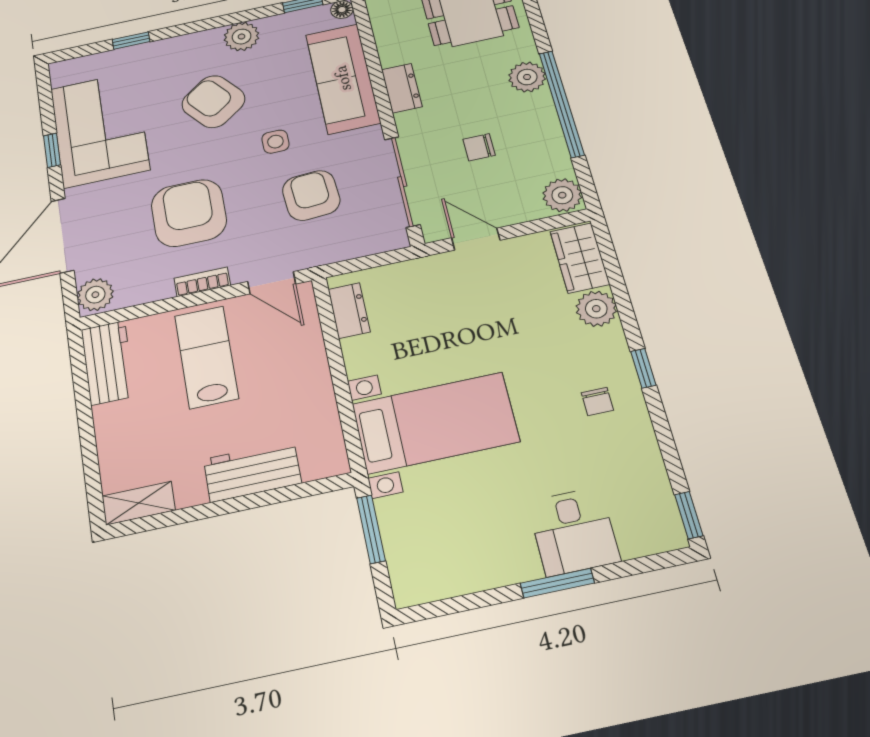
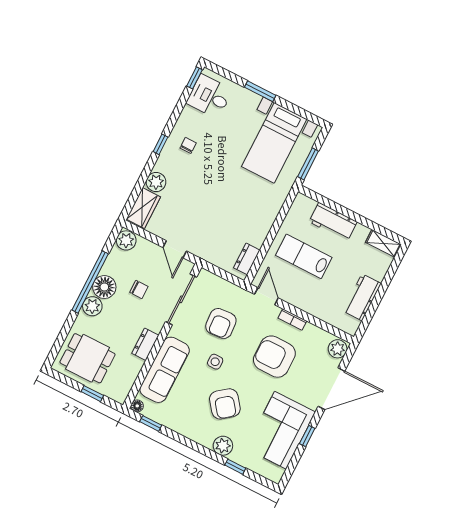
plant: (242, 37) -> (223, 446), moved
floor lamp: (534, 113) -> (104, 287), added
armchair: (189, 213) -> (274, 357), turned 90
lab bench: (206, 357) -> (304, 256), moved, turned 90
workbench: (108, 363) -> (362, 297), moved
bed with nightstands: (435, 423) -> (274, 143), moved, turned -90
desk: (574, 531) -> (209, 96), moved, turned -90

